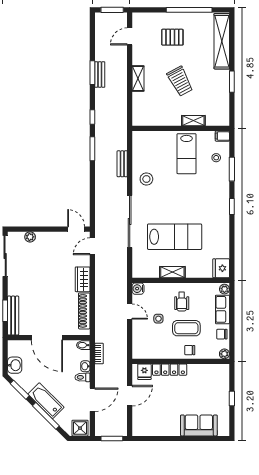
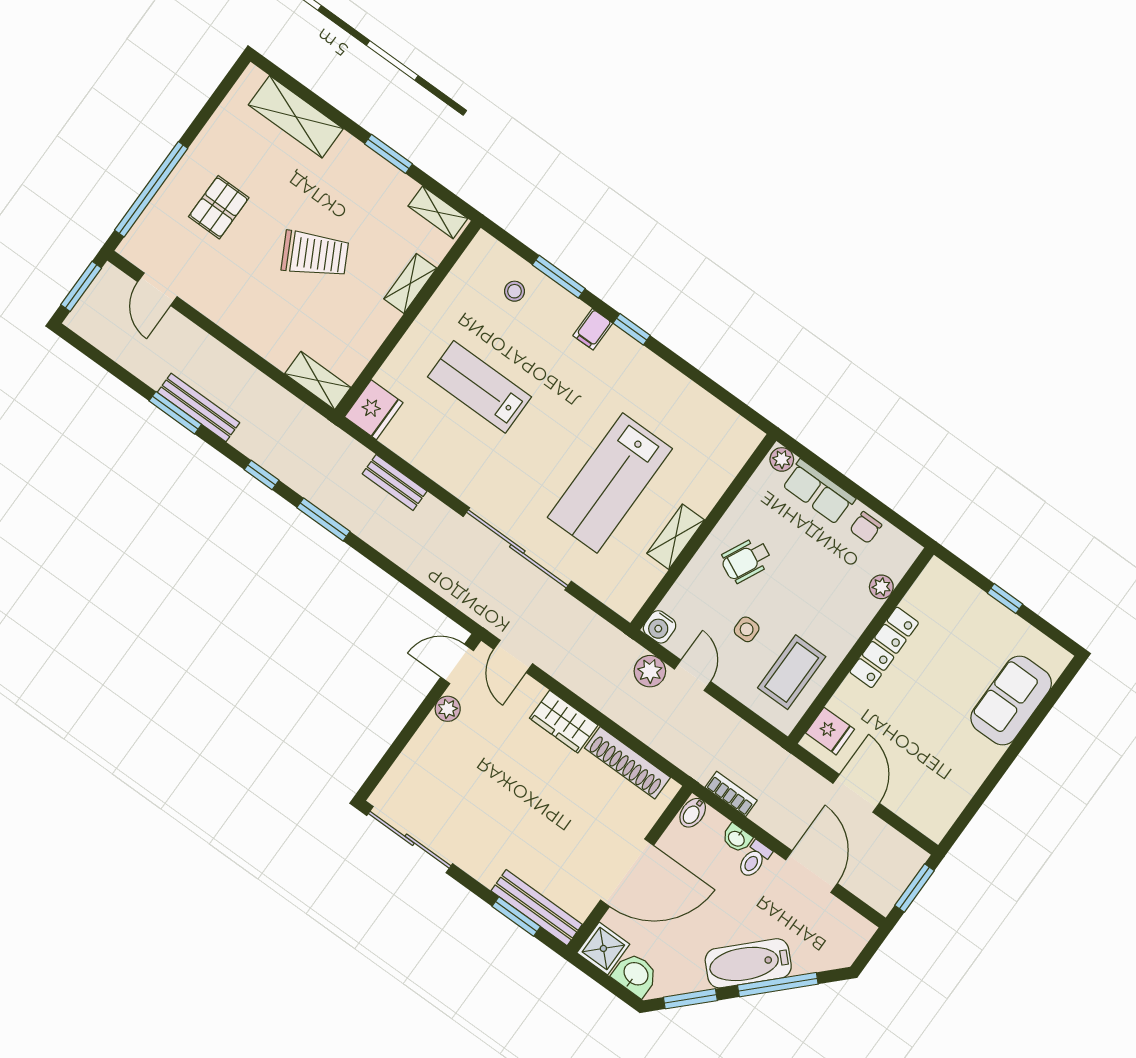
window: (189, 10) -> (151, 189), moved
shelving: (222, 41) -> (296, 117), width x0.68
bench: (100, 74) -> (199, 407), width x1.36
shelving: (138, 78) -> (318, 381), moved
shelving: (224, 113) -> (438, 212), added
filing cabinet: (222, 136) -> (593, 329), moved
lab bench: (187, 154) -> (479, 387), moved, turned 180
stool: (146, 179) -> (458, 457), removed
plant: (30, 237) -> (448, 709), moved
lab bench: (175, 237) -> (610, 483), turned 180
fridge: (221, 268) -> (374, 410), moved, turned -90
plant: (121, 296) -> (650, 671), added
wheelchair: (182, 302) -> (746, 560), turned 116
door: (130, 312) -> (693, 675), hinge flipped
coffee table: (186, 328) -> (792, 672), moved
chair: (190, 350) -> (852, 613), removed
plant: (224, 354) -> (881, 587), moved
locker: (170, 370) -> (884, 647), moved
shower: (80, 428) -> (603, 948), moved

